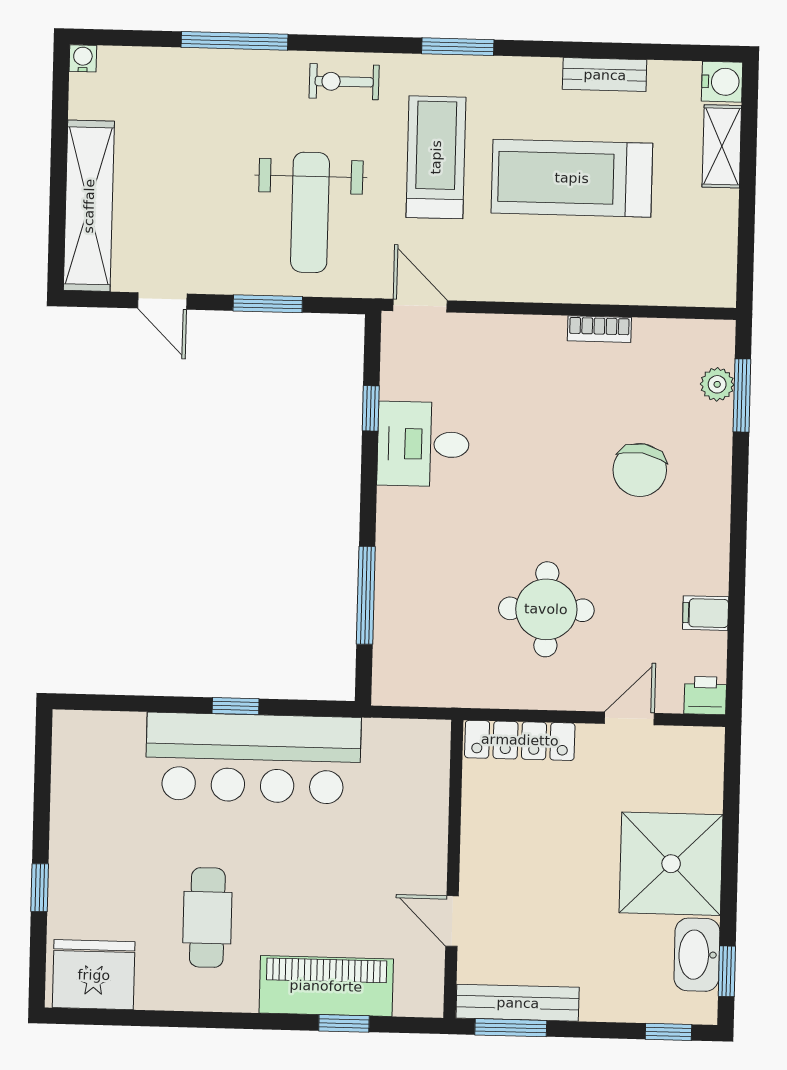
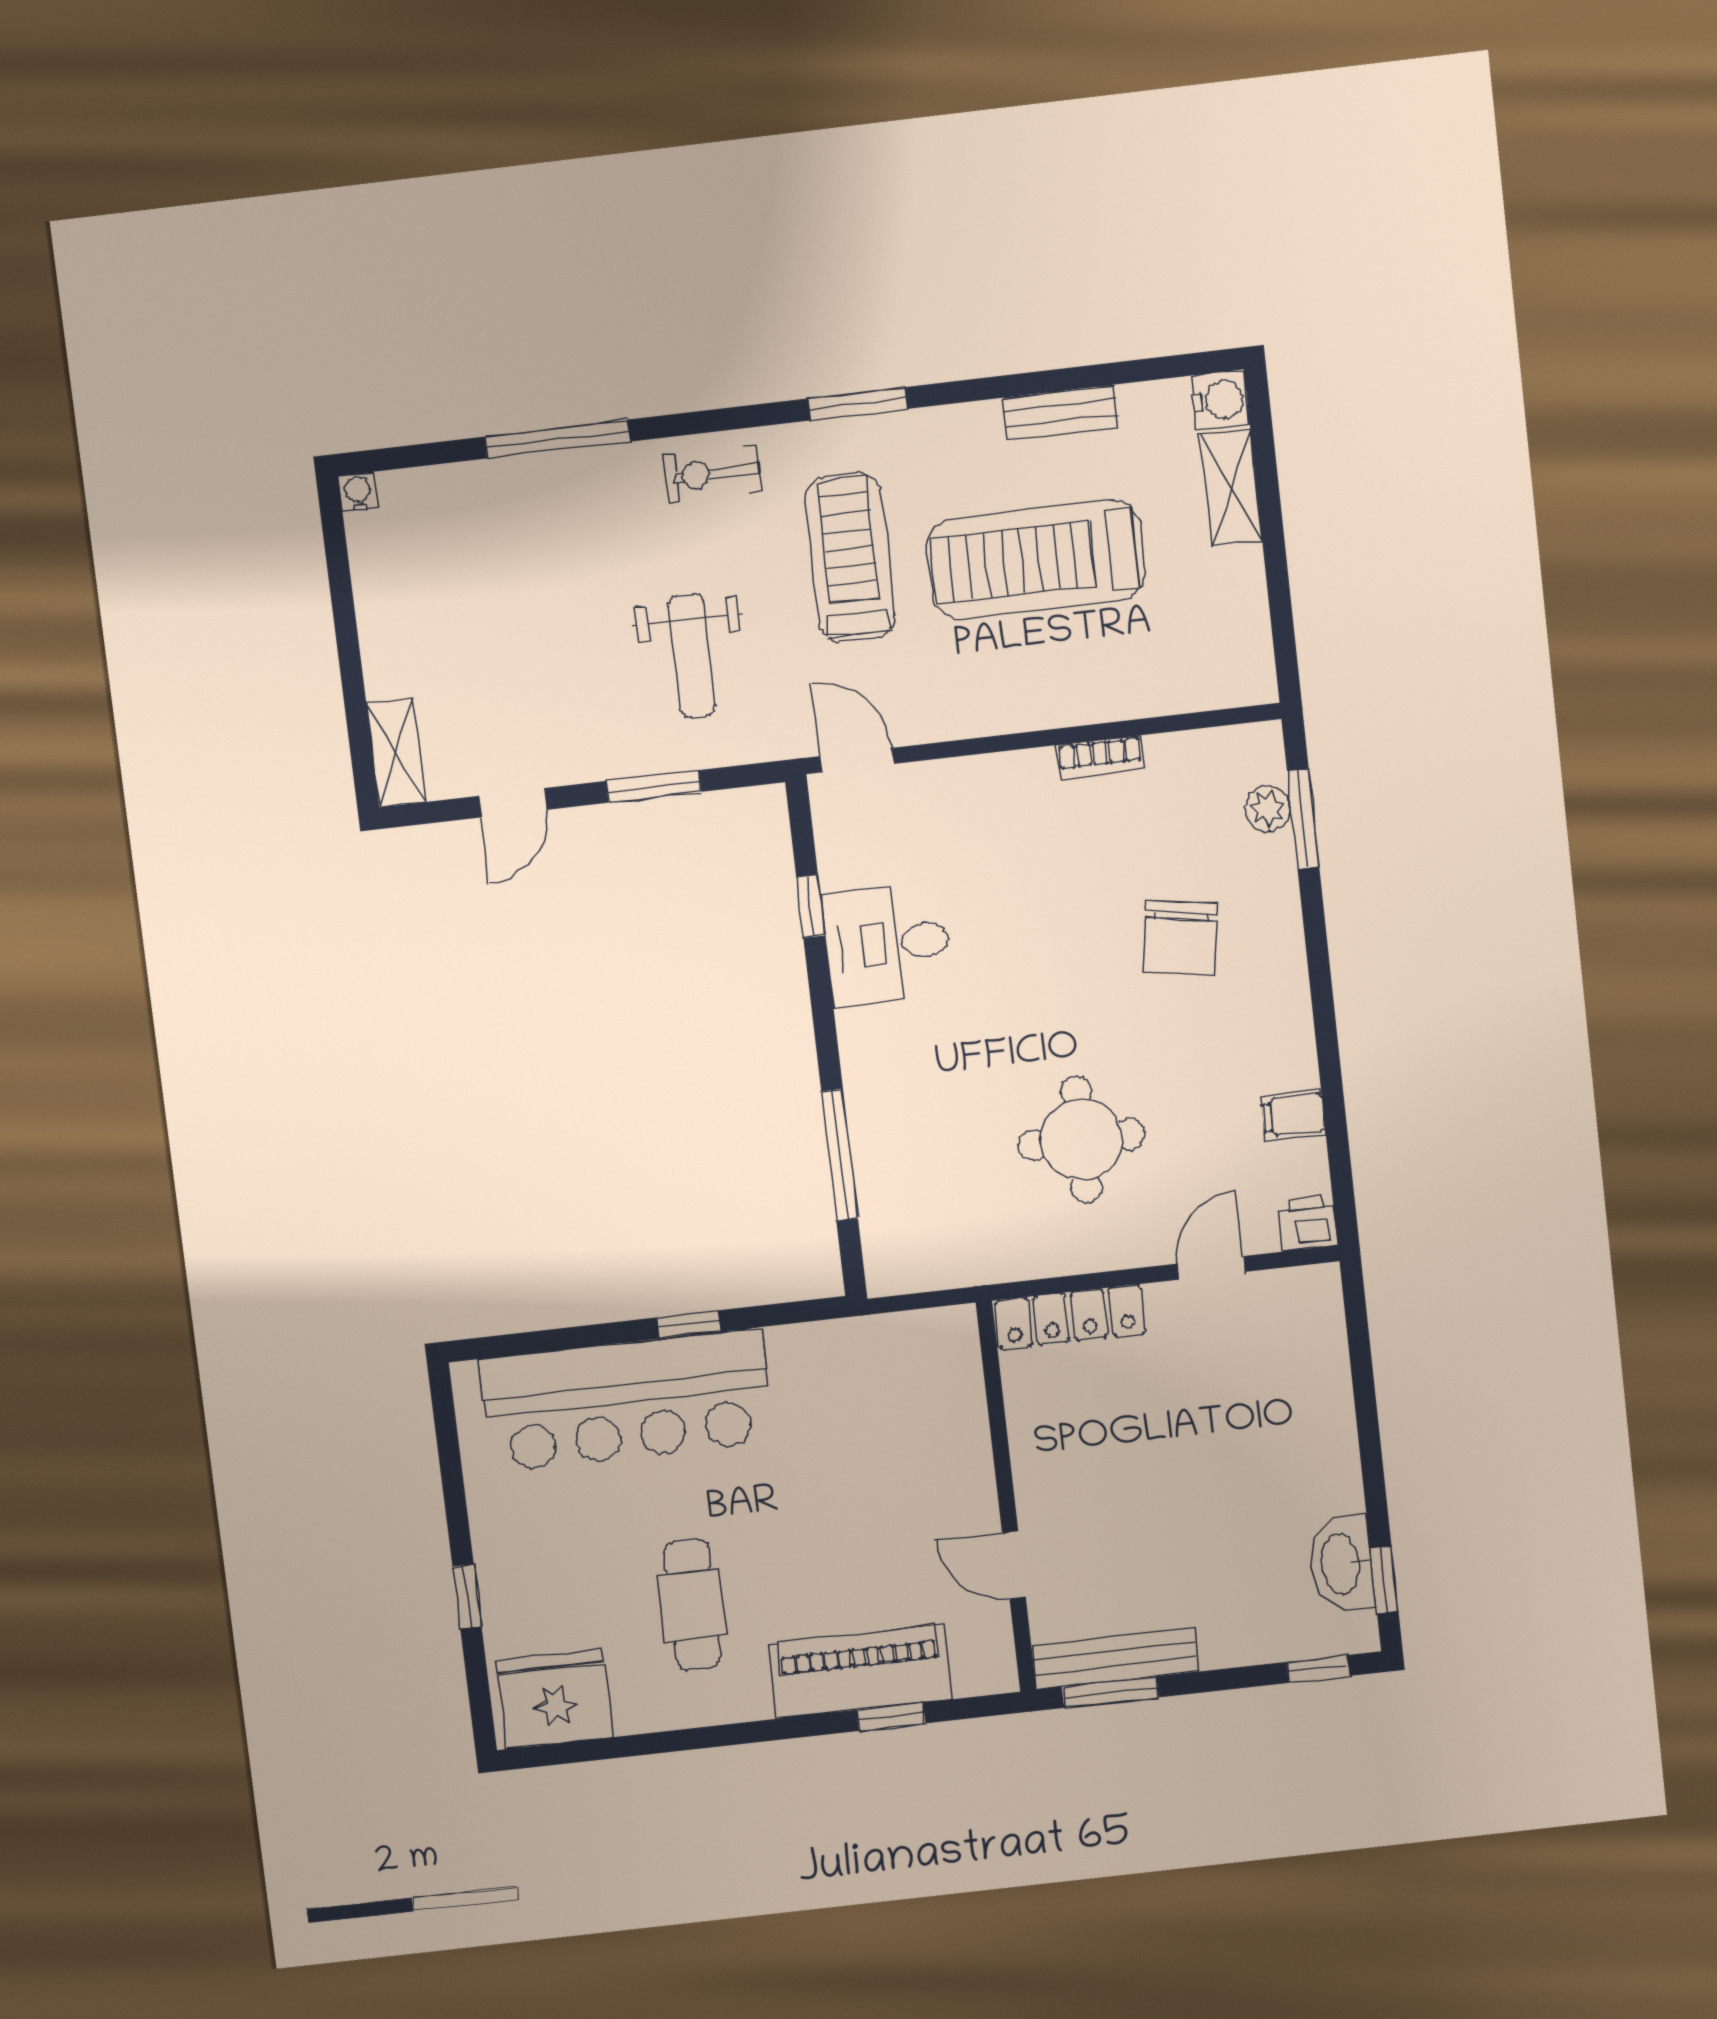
shelving: (89, 206) -> (396, 753), width x0.45, depth x0.75
weight bench: (310, 212) -> (692, 656), width x0.73, depth x0.75
door: (162, 301) -> (513, 803), hinge flipped
bar counter: (253, 758) -> (626, 1400), moved
shower: (671, 864) -> (1292, 1450), removed

